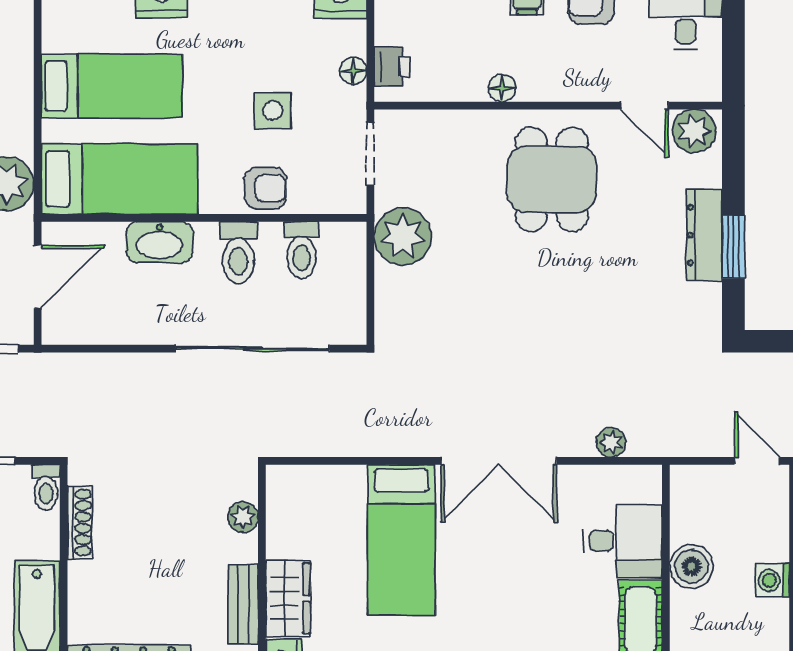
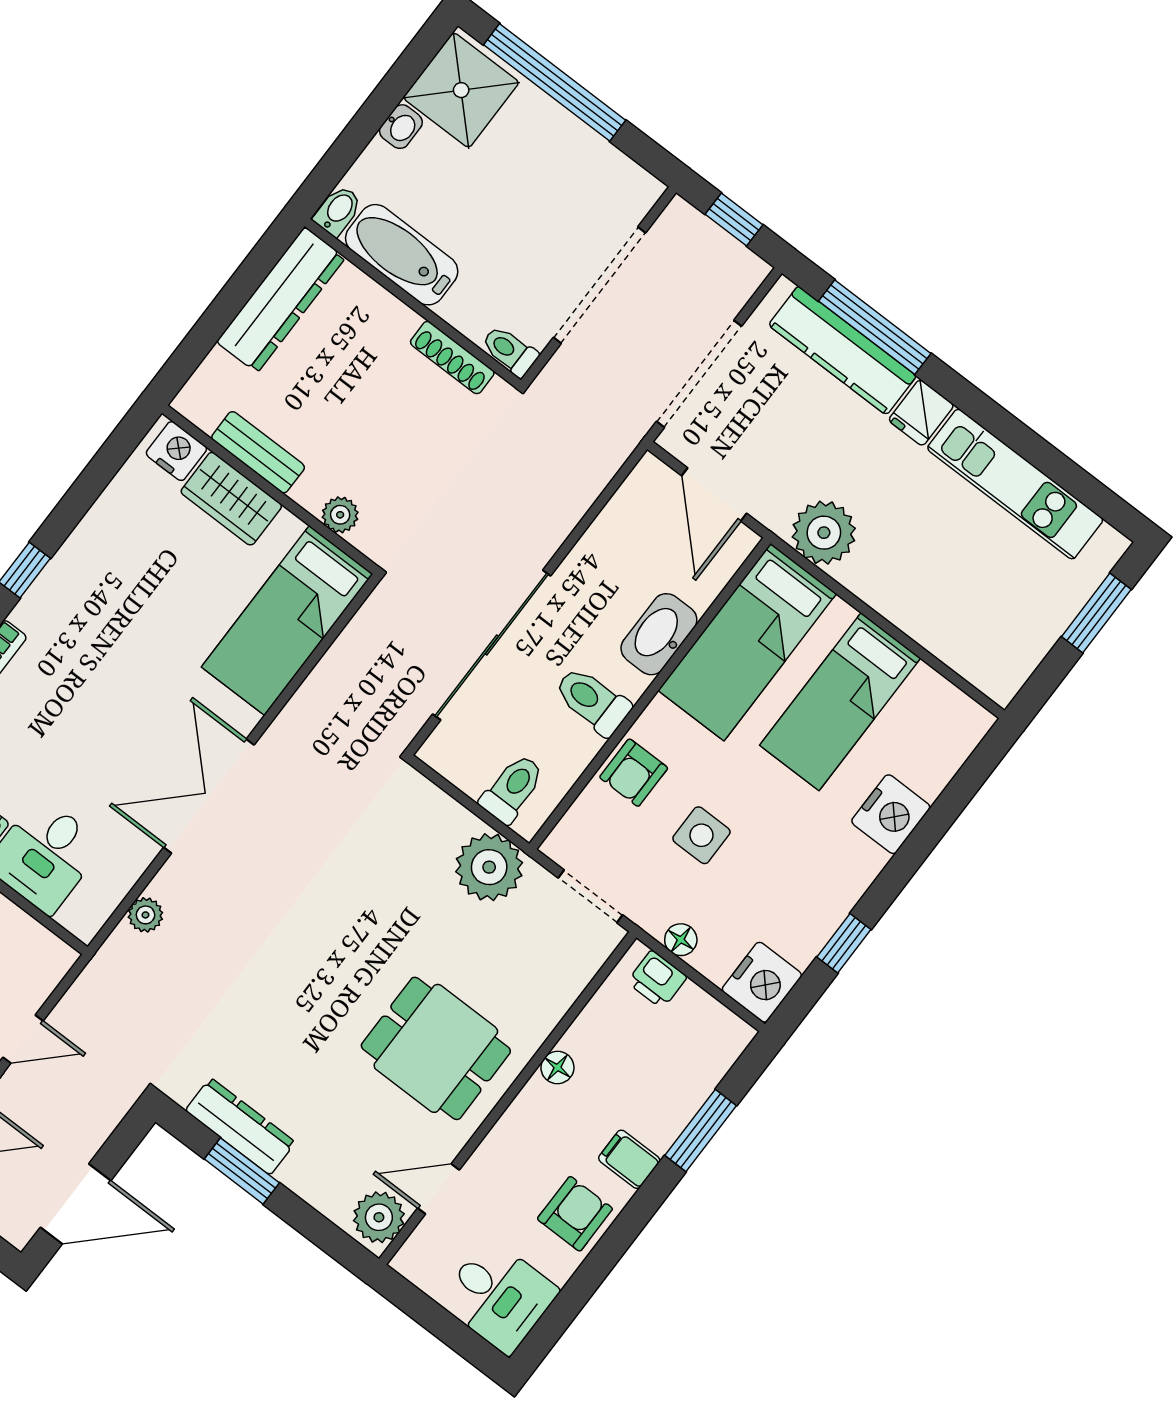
dresser: (704, 235) -> (240, 1126), moved
toilet: (301, 250) -> (512, 789), moved, turned 90
bed: (401, 540) -> (287, 620), moved, turned -90

